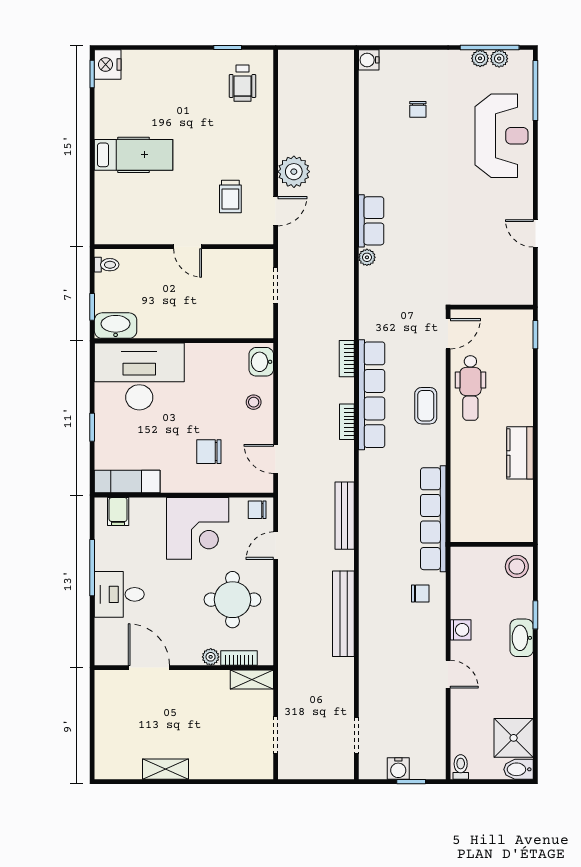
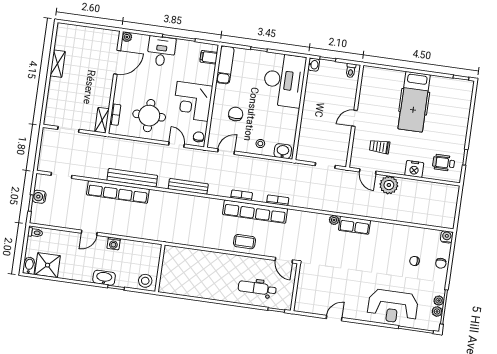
nightstand: (108, 65) -> (414, 169), moved, turned 180
hospital bed: (134, 155) -> (414, 102), width x1.37, depth x1.29
washbasin: (116, 326) -> (314, 65), width x0.52, depth x0.69
dental chair: (470, 388) -> (257, 288), moved
kitchen counter: (520, 453) -> (210, 292), removed
row of seats: (433, 519) -> (118, 192), moved, turned 180
chair: (420, 594) -> (441, 263), moved
plant: (211, 657) -> (127, 37), moved

